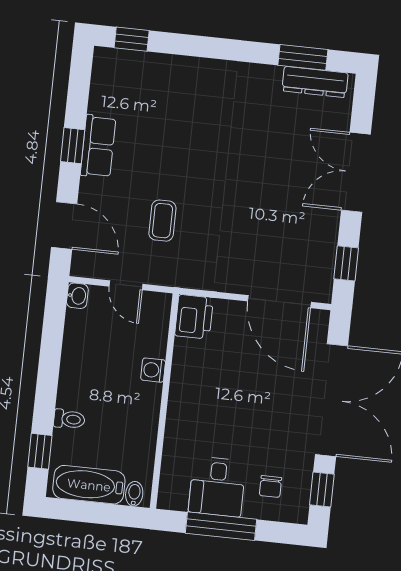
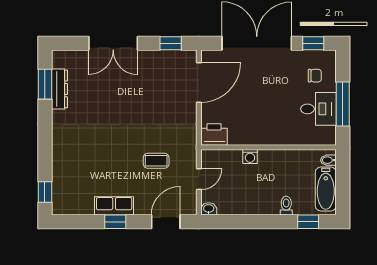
dresser: (315, 82) -> (59, 89), moved

